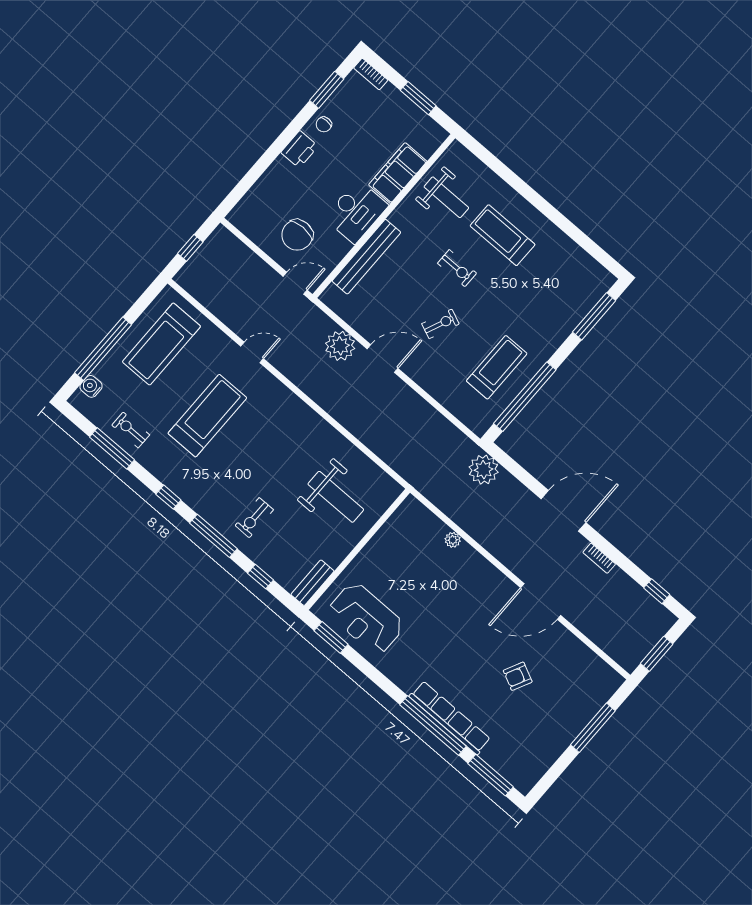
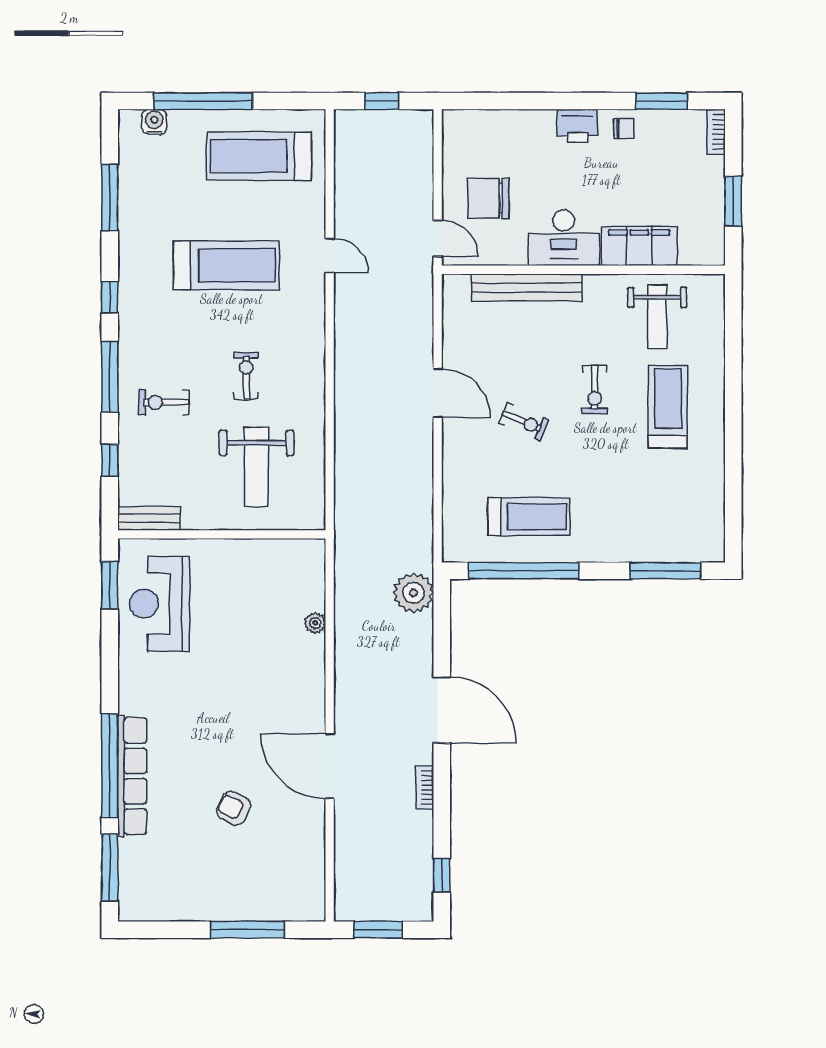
chair: (324, 124) -> (624, 129), turned 180
plant: (340, 346) -> (413, 339), removed
exercise bike: (131, 430) -> (246, 376), moved

